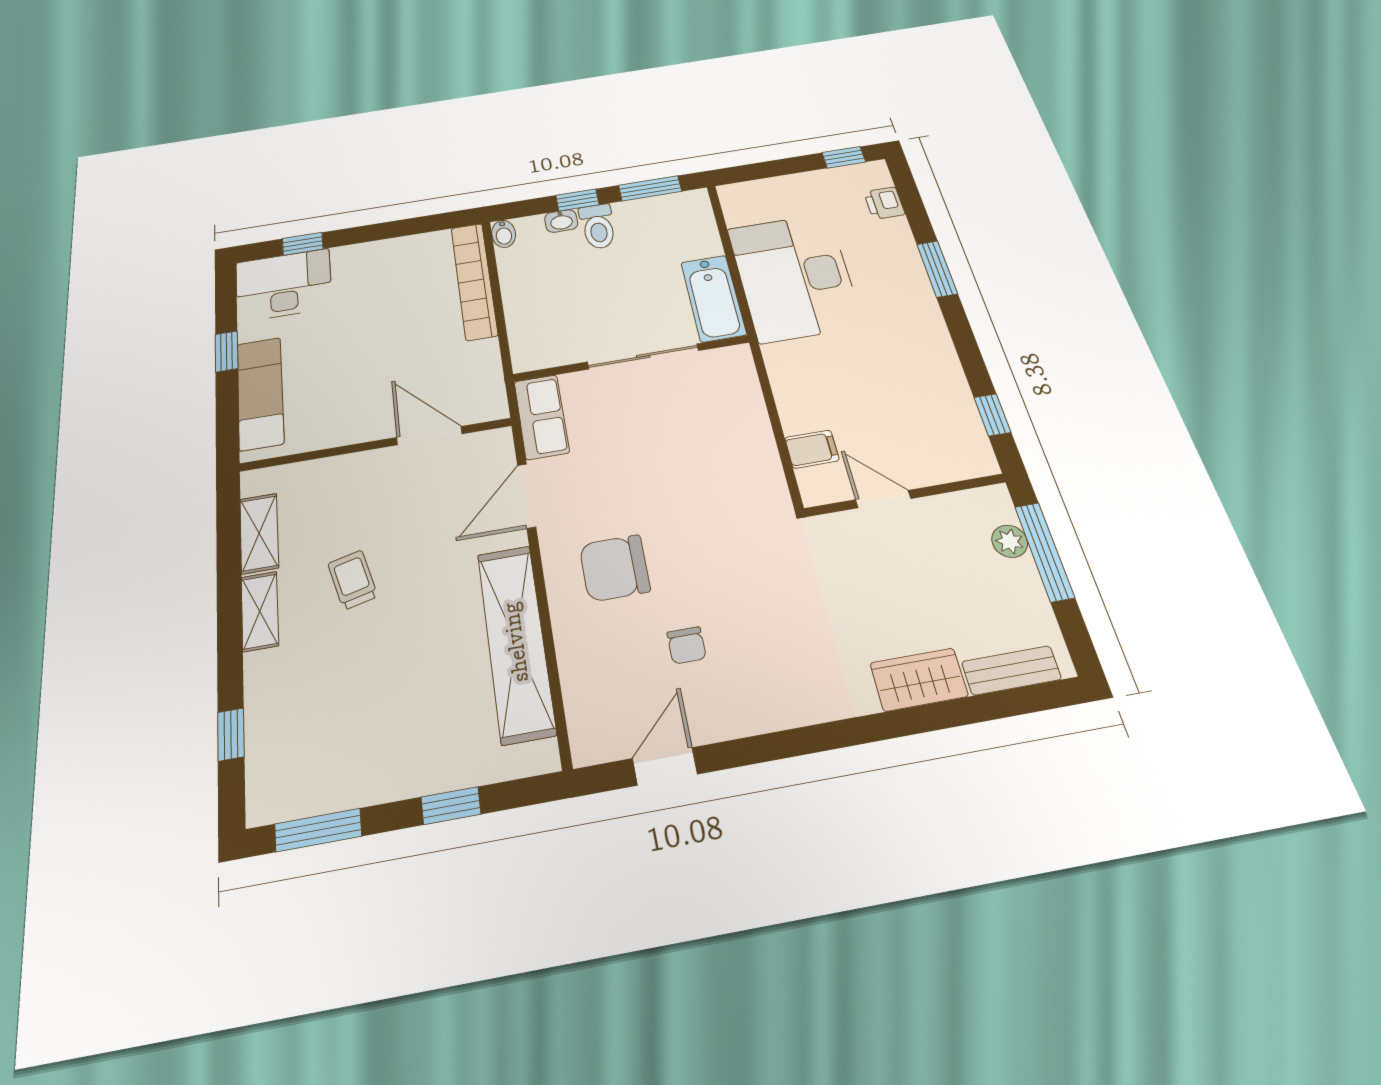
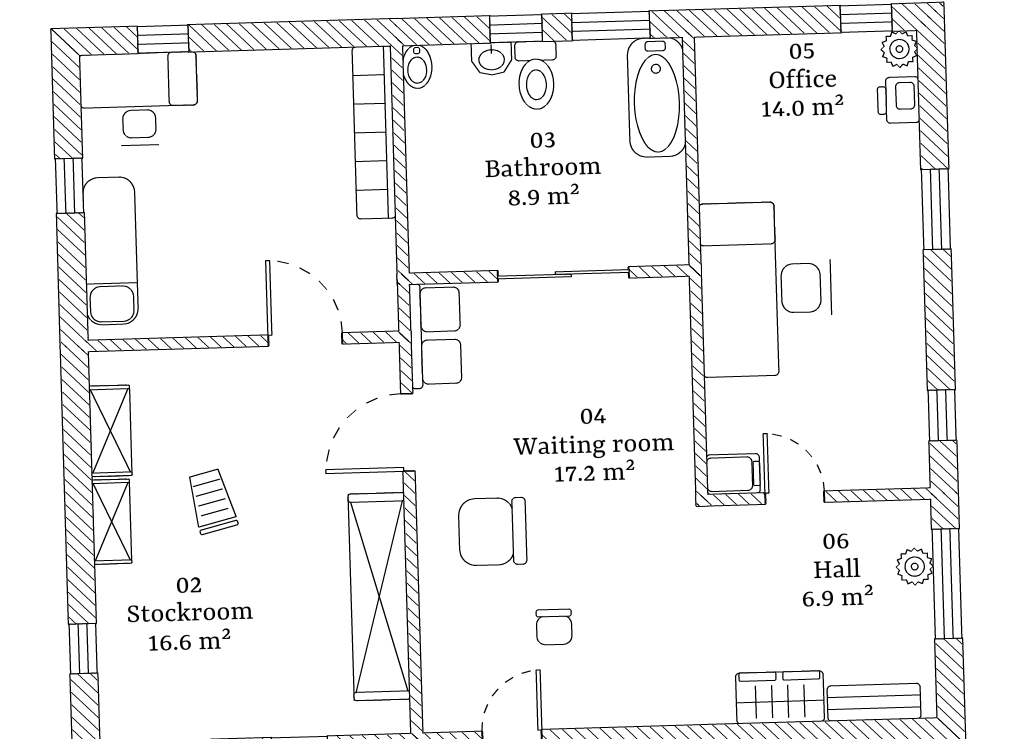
plant: (875, 172) -> (899, 49), added
desk: (794, 277) -> (766, 289), moved
bathtub: (713, 298) -> (657, 97), moved
filing cabinet: (812, 449) -> (733, 474), moved

